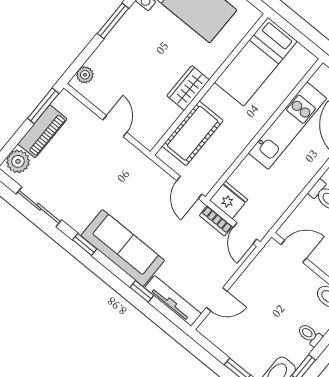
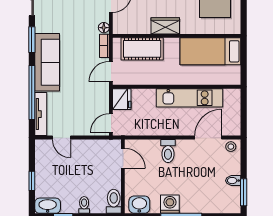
floor lamp: (135, 156) -> (104, 28), added
bookcase: (216, 221) -> (104, 46), moved
window: (85, 244) -> (32, 40), width x1.50
window: (142, 291) -> (32, 93), width x3.17

